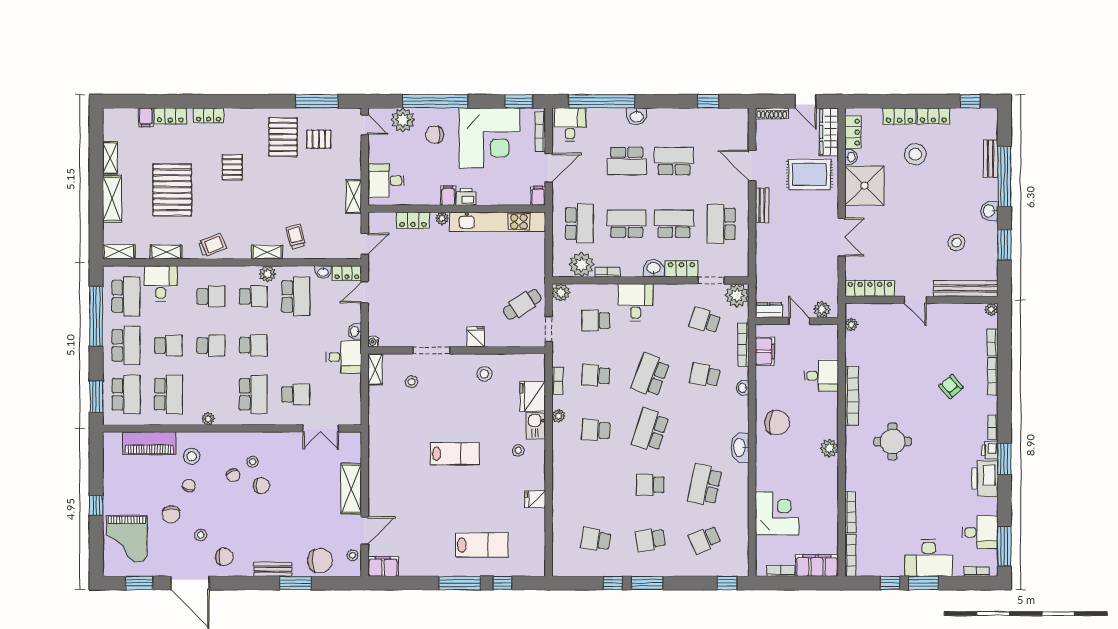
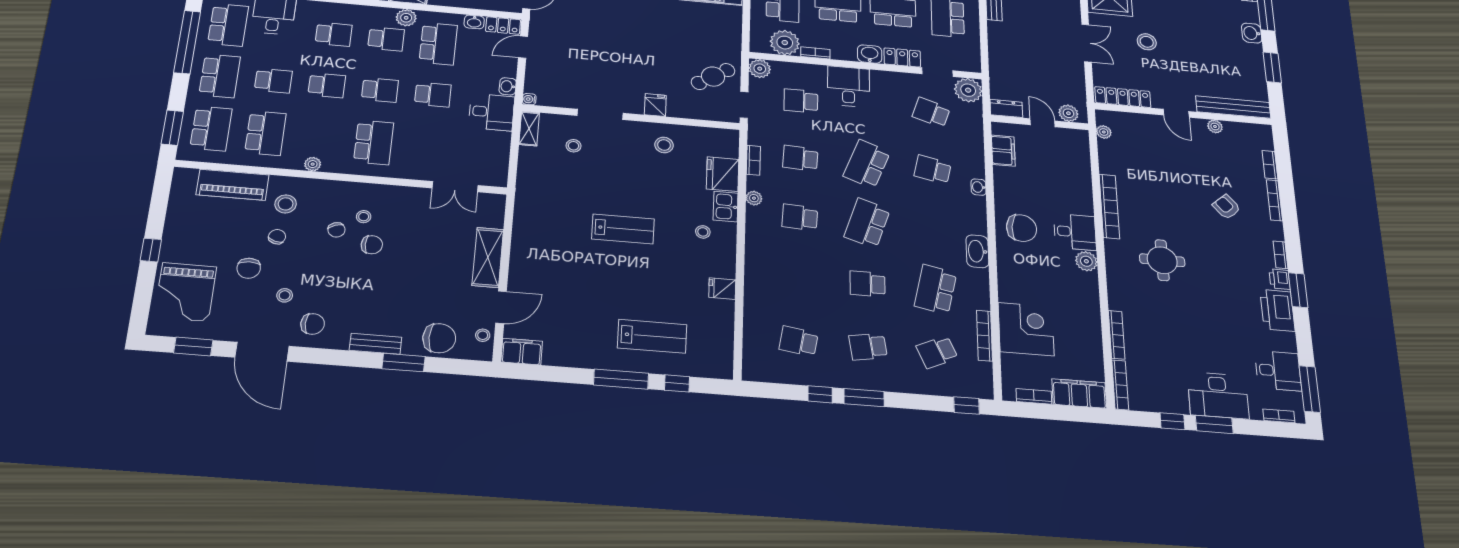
stool: (957, 243) -> (1147, 42), moved
plant: (991, 310) -> (1215, 126), moved
bookcase: (743, 345) -> (985, 336), moved
desk: (821, 376) -> (1075, 232), moved
school desk: (296, 394) -> (433, 95), moved

